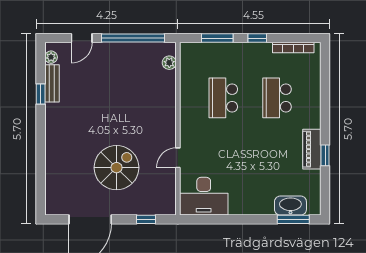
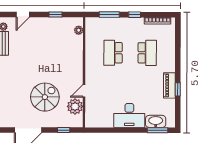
window: (133, 38) -> (56, 15), width x0.32
school desk: (277, 98) -> (147, 53), turned 180
plant: (164, 182) -> (75, 106), added
desk: (204, 196) -> (129, 115), moved

